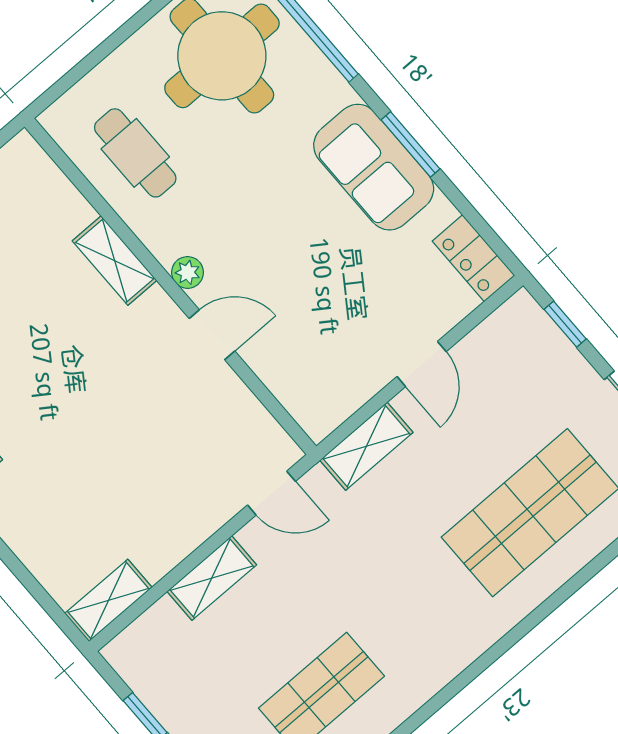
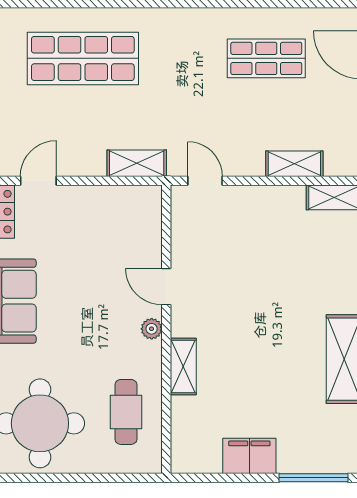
door: (422, 364) -> (38, 181), moved
shelving: (212, 578) -> (294, 164), moved

